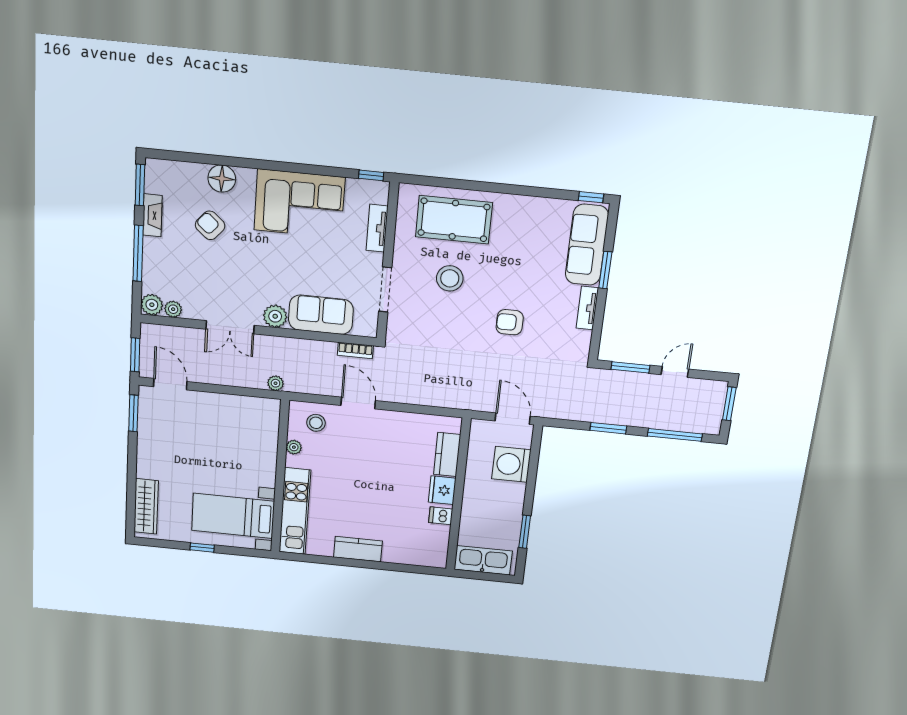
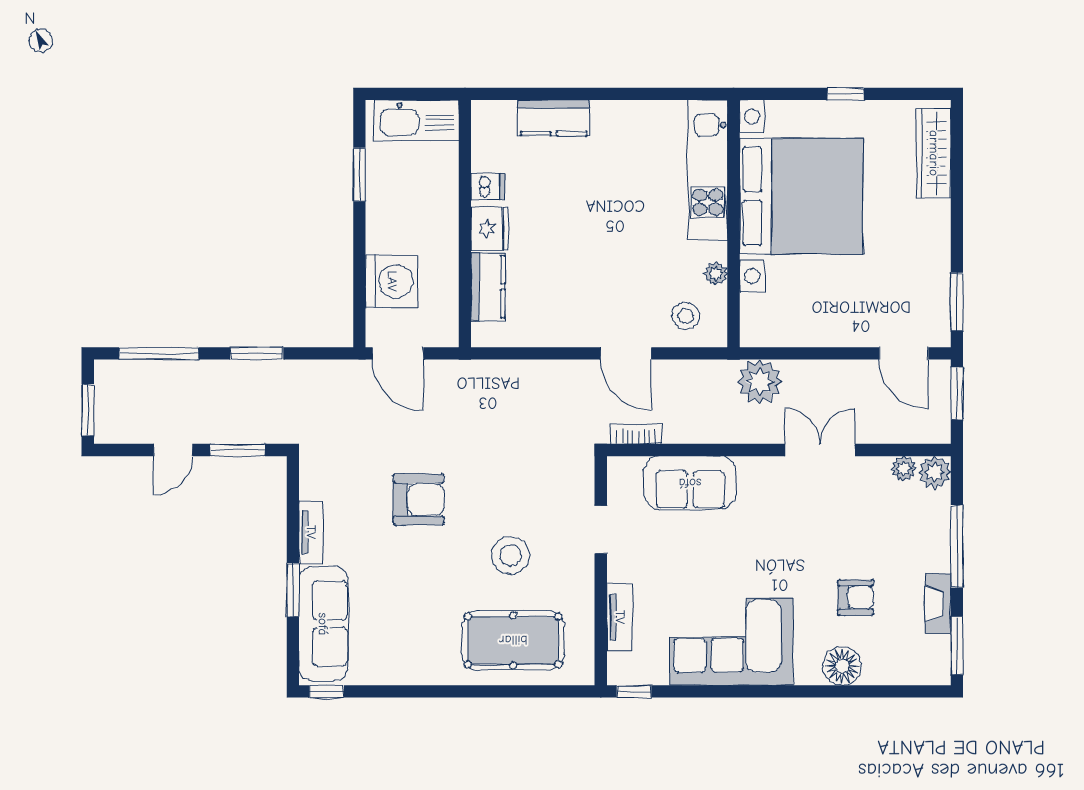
armchair: (210, 225) -> (856, 598), turned -41
doorway: (385, 289) -> (601, 530), width x0.73
plant: (275, 316) -> (756, 473), removed
armchair: (510, 322) -> (419, 500), width x1.38, depth x1.38
plant: (276, 383) -> (760, 382), width x1.88, depth x1.88
bed with nightstands: (233, 516) -> (801, 196), width x1.85
kitchen counter: (358, 549) -> (554, 118), moved

